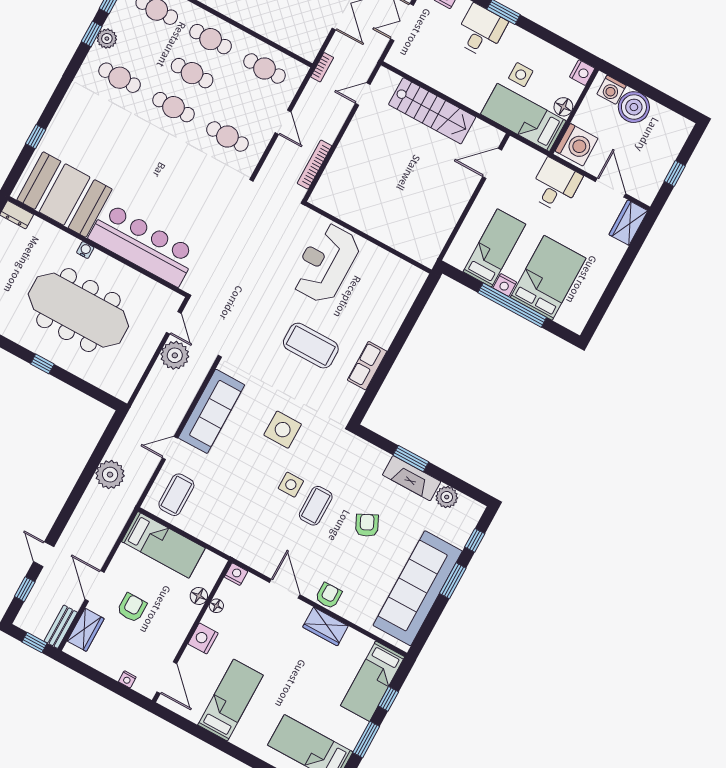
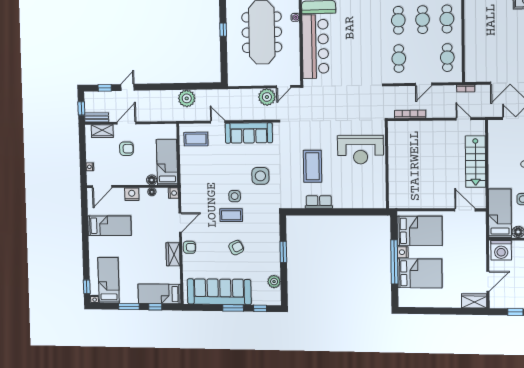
desk: (555, 185) -> (472, 251), removed
bed: (494, 248) -> (420, 231), width x1.50
reception desk: (325, 263) -> (360, 150), turned 180
fireplace: (412, 478) -> (273, 258), removed
bed: (163, 545) -> (167, 162), moved, turned 180

